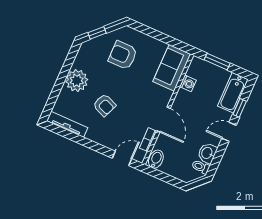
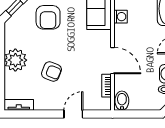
armchair: (123, 55) -> (48, 17), turned -90
tv unit: (67, 124) -> (19, 105), width x0.71
door: (122, 158) -> (73, 114), moved

